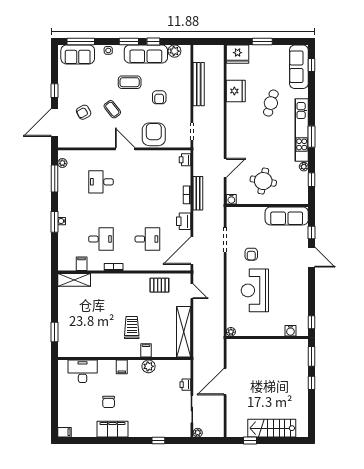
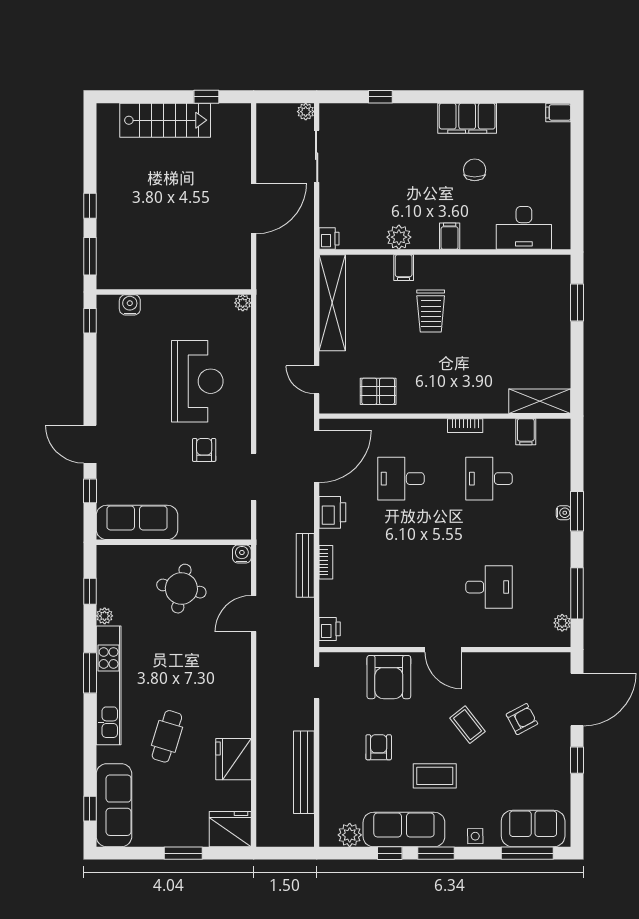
printer: (185, 385) -> (329, 239), moved

